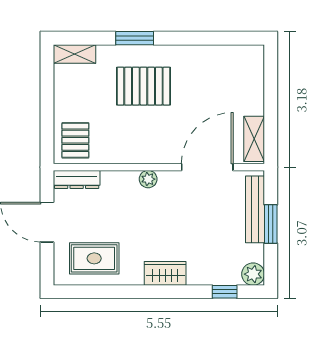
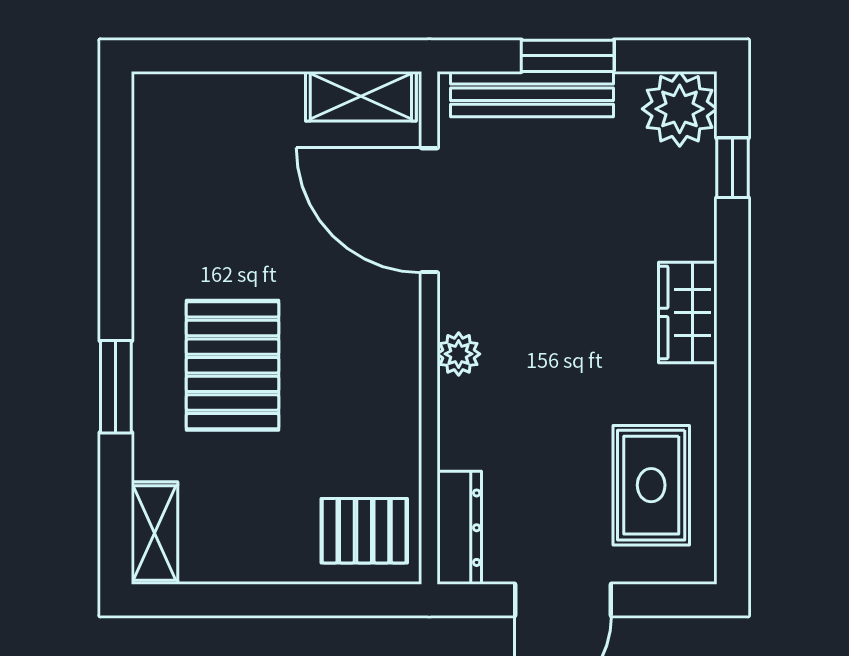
plant: (253, 274) -> (680, 109), width x1.36, depth x1.36

